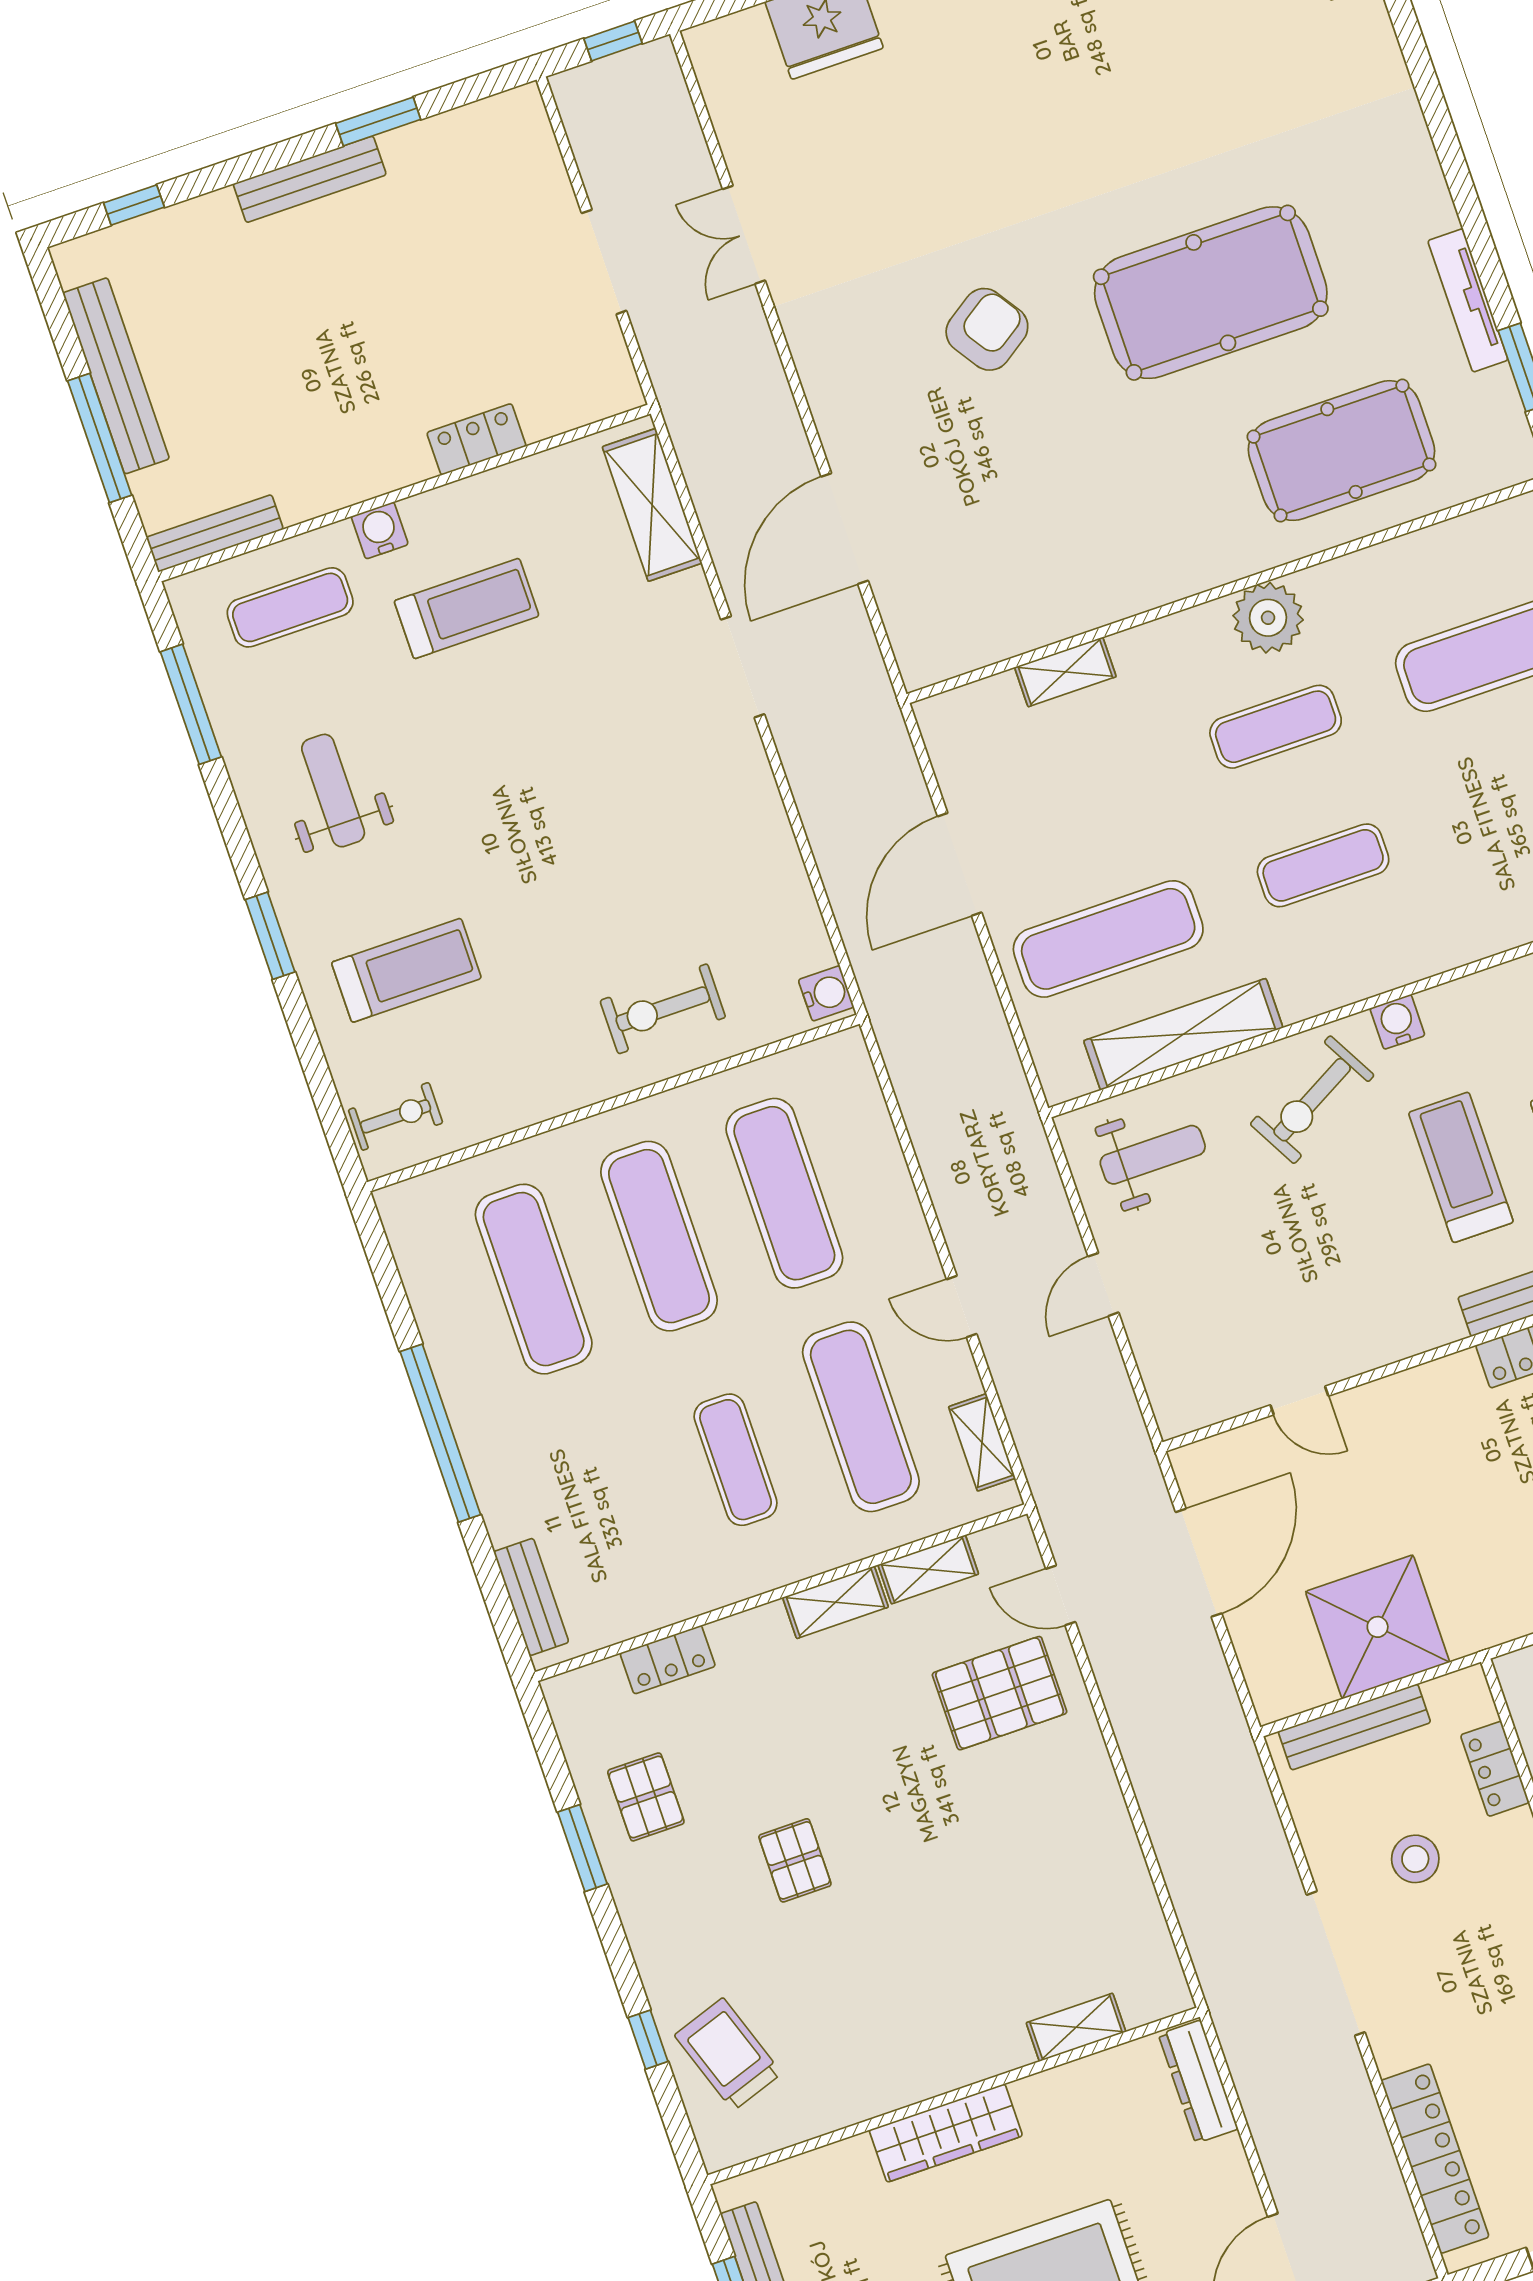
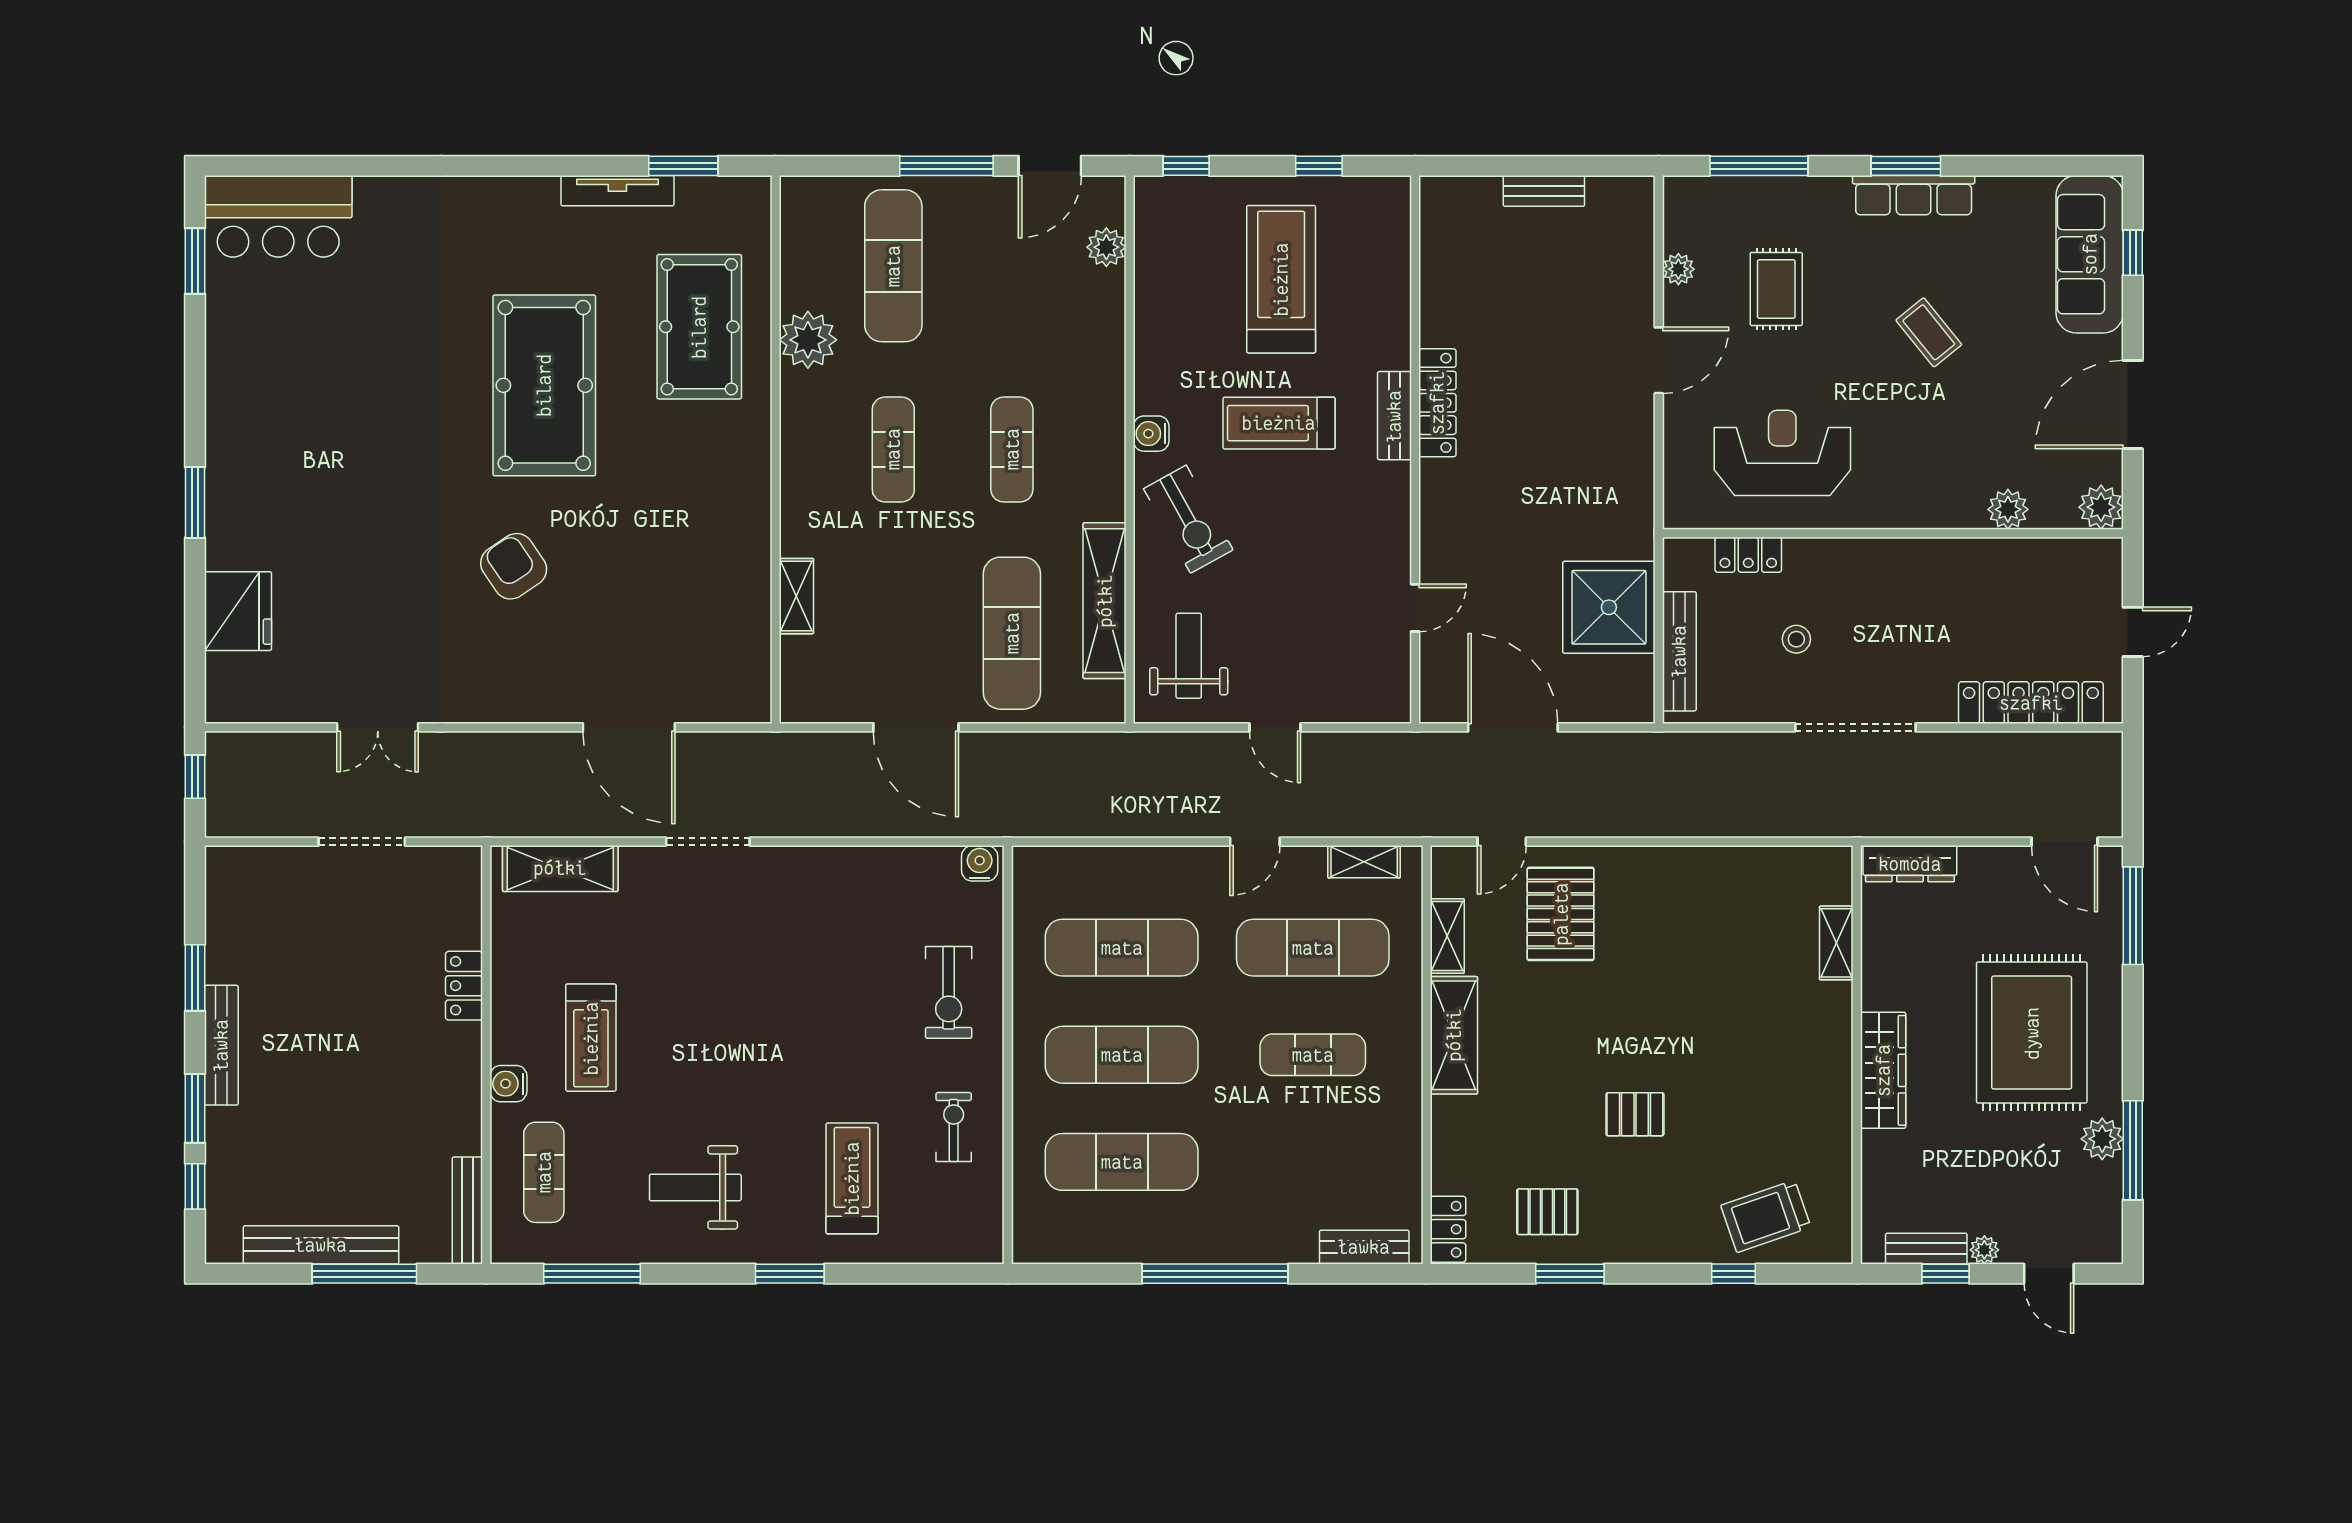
window: (225, 174) -> (195, 1108), added
treadmill: (467, 608) -> (591, 1038), turned 180
plant: (1268, 618) -> (808, 340), moved
exercise bike: (396, 1116) -> (954, 1127), moved
shelving: (835, 1602) -> (1454, 1035), width x1.50, depth x1.33
locker: (668, 1660) -> (1448, 1229), moved
stool: (1415, 1859) -> (1796, 639), width x0.73, depth x0.73

